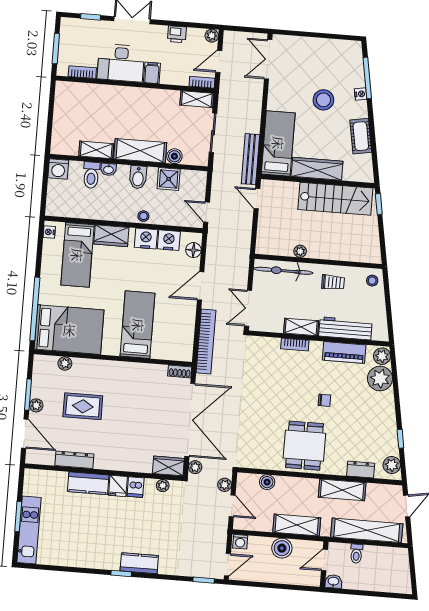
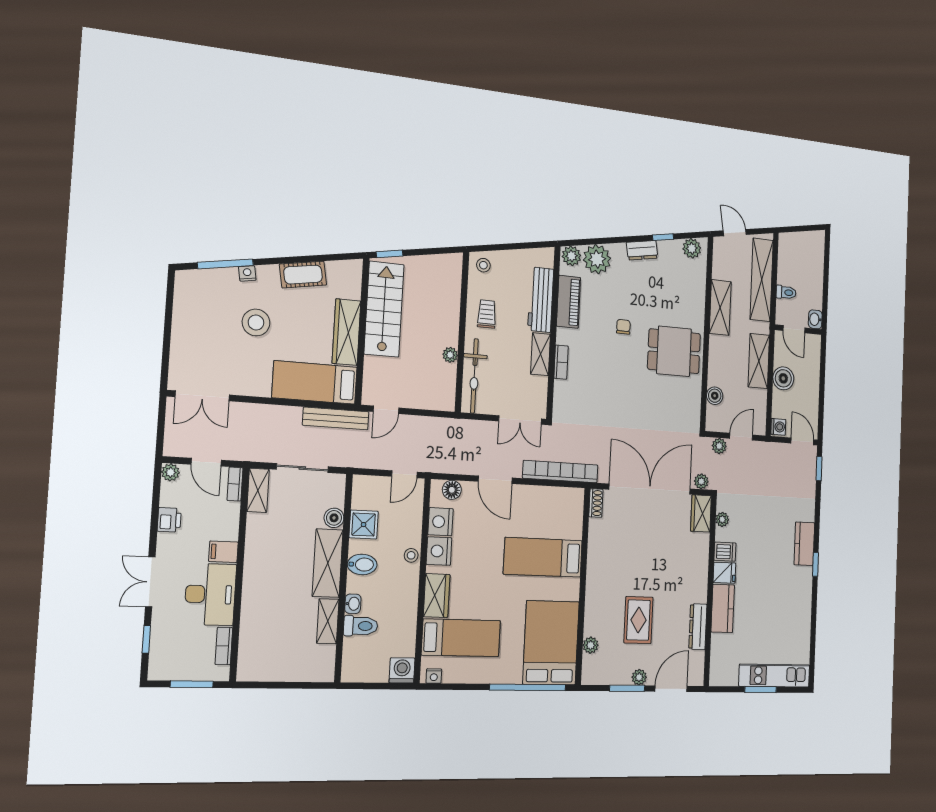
washing machine: (58, 169) -> (402, 670), moved, turned -90
dresser: (361, 470) -> (642, 250), moved, turned -100

